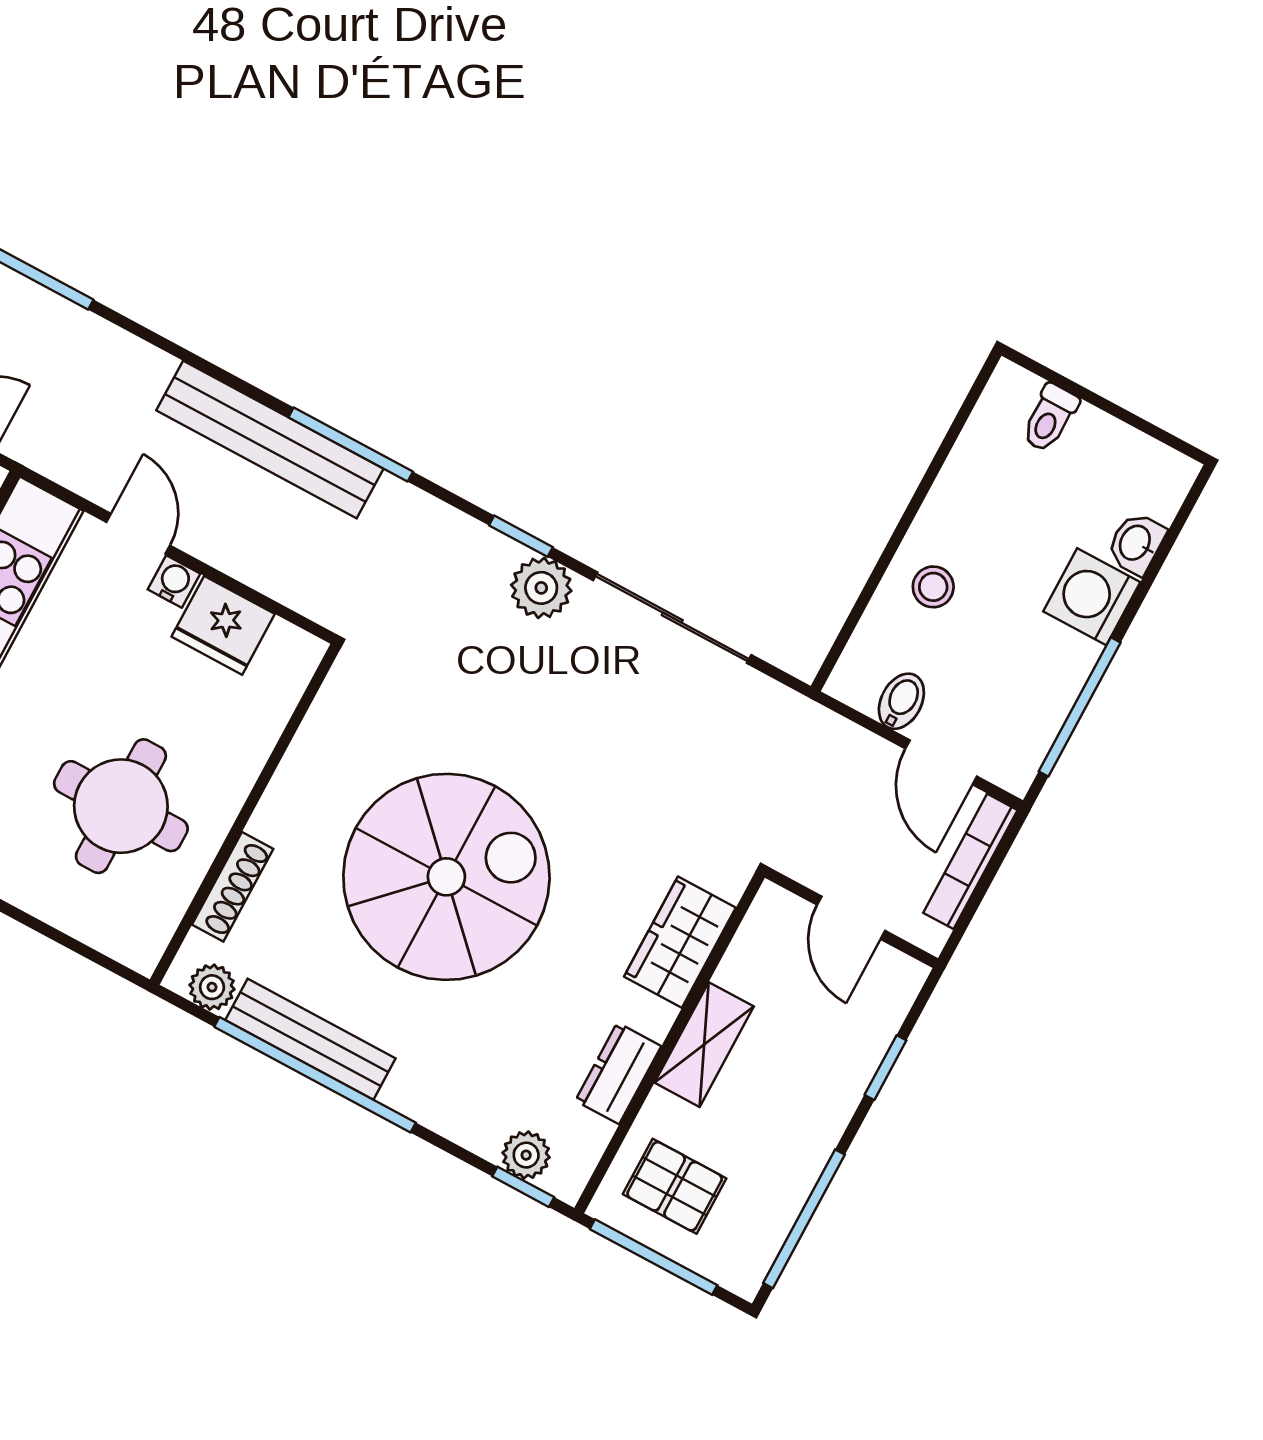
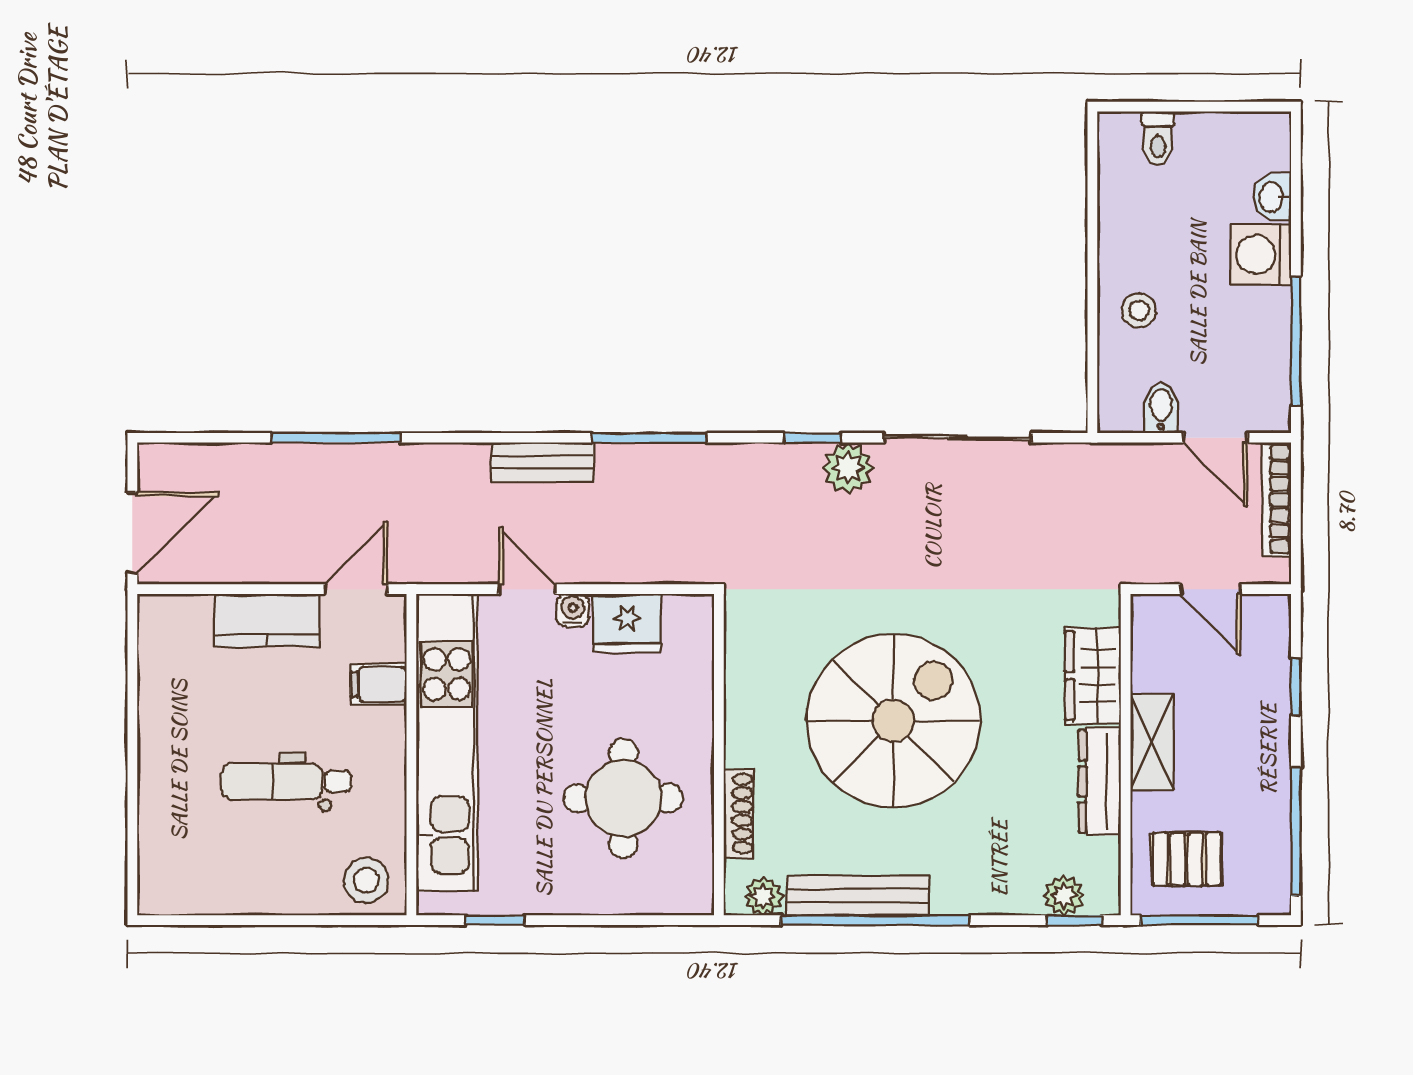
bench: (270, 440) -> (543, 462), width x0.54, depth x0.82
dresser: (618, 1073) -> (1100, 781), width x1.44

